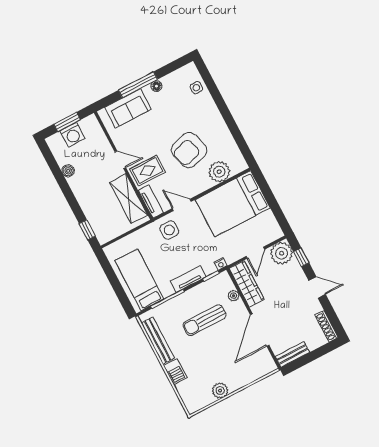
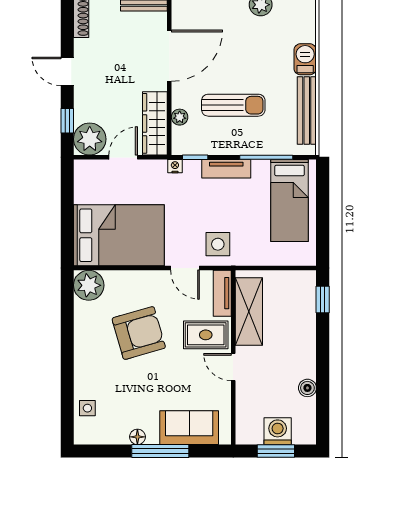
plant: (219, 172) -> (89, 285), moved

